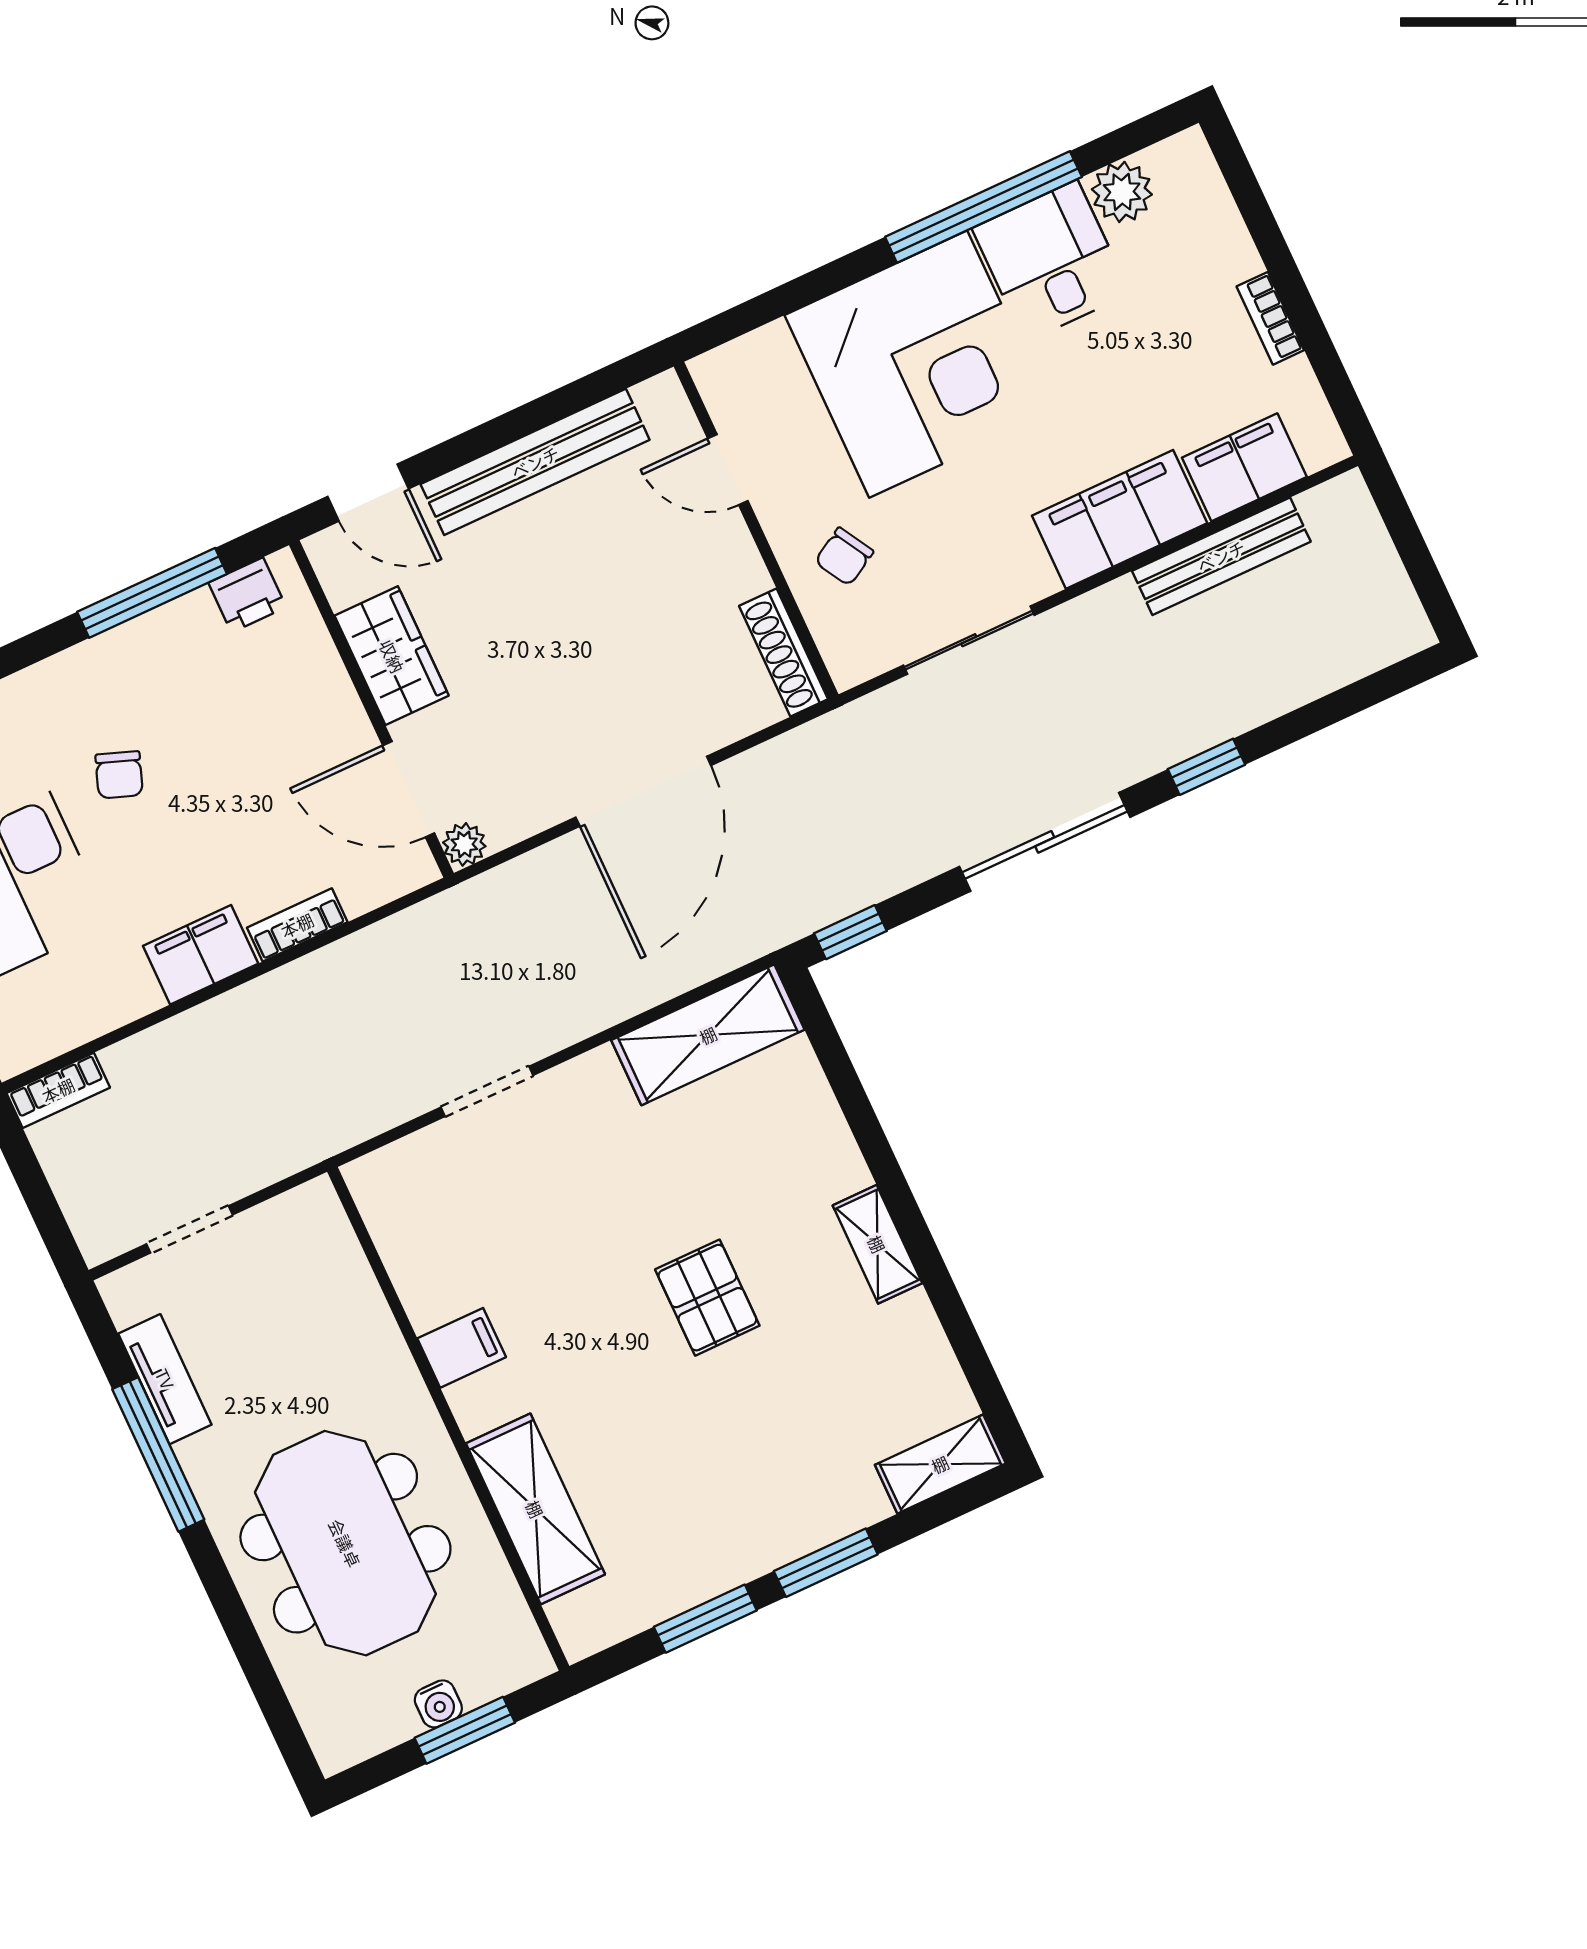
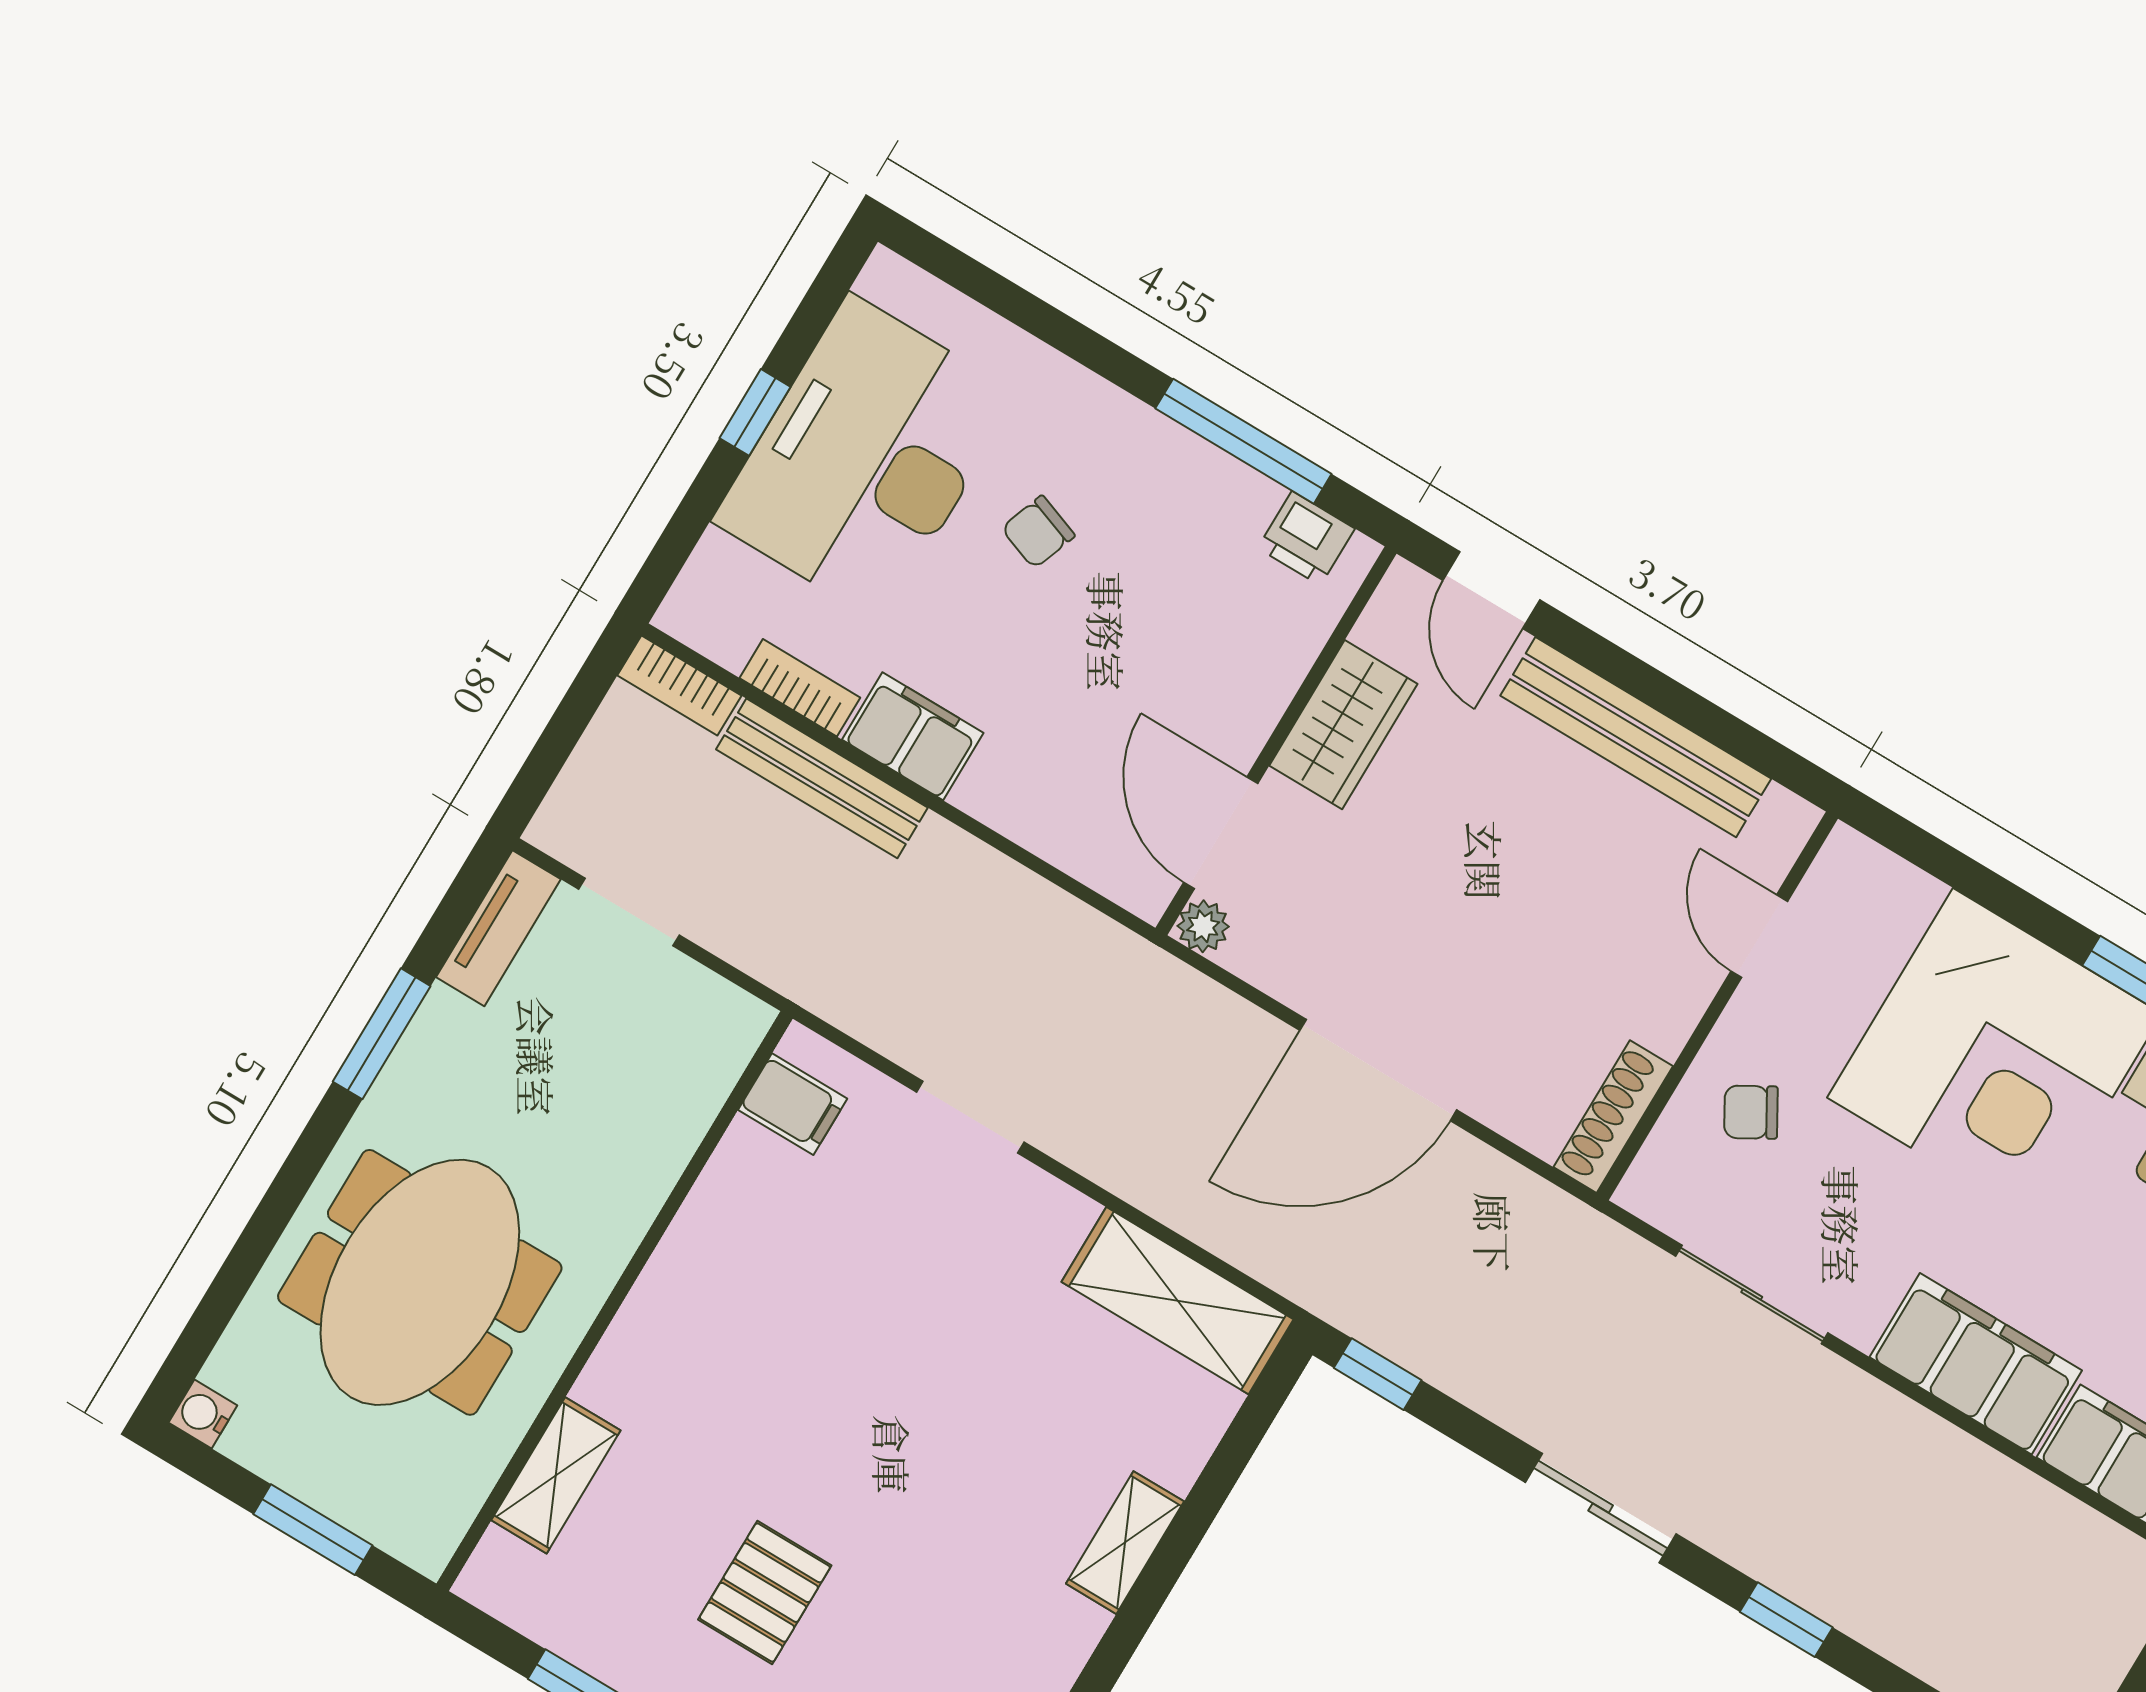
bench: (1221, 556) -> (822, 778), moved
sliding door: (1045, 842) -> (1601, 1508), width x0.73
bookcase: (297, 925) -> (800, 688), moved
shelving: (877, 1244) -> (1125, 1543), moved
pallet: (707, 1298) -> (765, 1592), moved
filing cabinet: (462, 1348) -> (793, 1104), moved
tv unit: (165, 1379) -> (498, 928), moved
window: (158, 1454) -> (382, 1034), width x0.69
shelving: (535, 1509) -> (556, 1475), width x0.67, depth x0.75
water cooler: (438, 1704) -> (203, 1414), moved, turned 90

